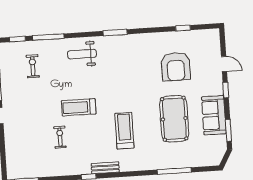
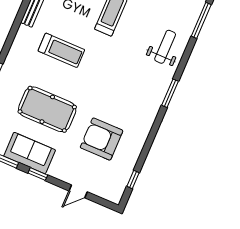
window: (183, 28) -> (133, 179), moved
window: (226, 90) -> (38, 174), moved

